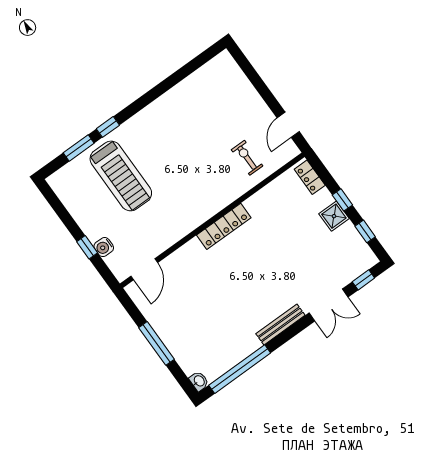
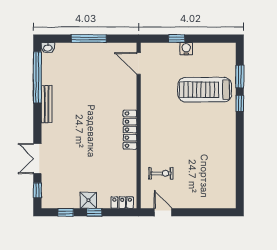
water cooler: (104, 247) -> (186, 49), moved
bench: (280, 324) -> (47, 104), moved

